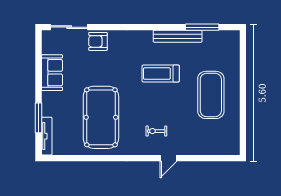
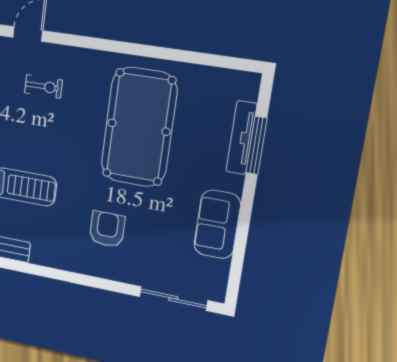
armchair: (98, 41) -> (107, 229), moved, turned -90
tv unit: (47, 136) -> (241, 138), moved

